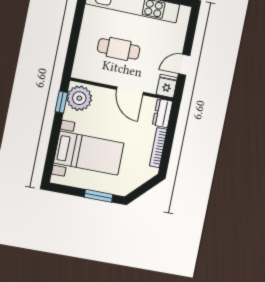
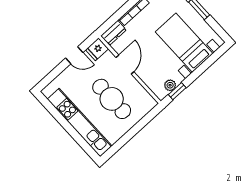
cafe table: (119, 49) -> (112, 99), width x1.37, depth x1.35
plant: (79, 98) -> (170, 85), width x0.53, depth x0.53

